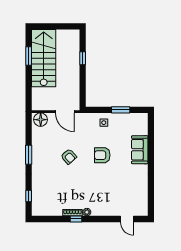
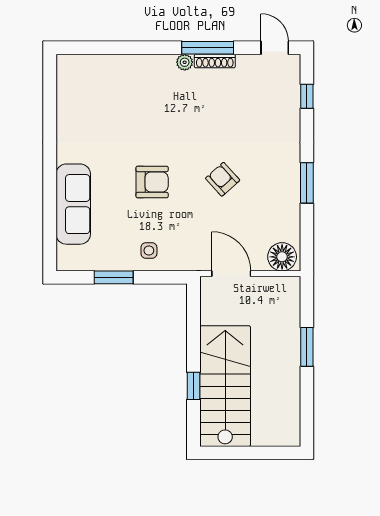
window: (29, 56) -> (307, 347), moved
stairs: (44, 58) -> (225, 386), moved, turned 180
sofa: (140, 150) -> (73, 204), width x1.36
window: (76, 219) -> (208, 48), width x2.17
door: (127, 219) -> (275, 48), moved

